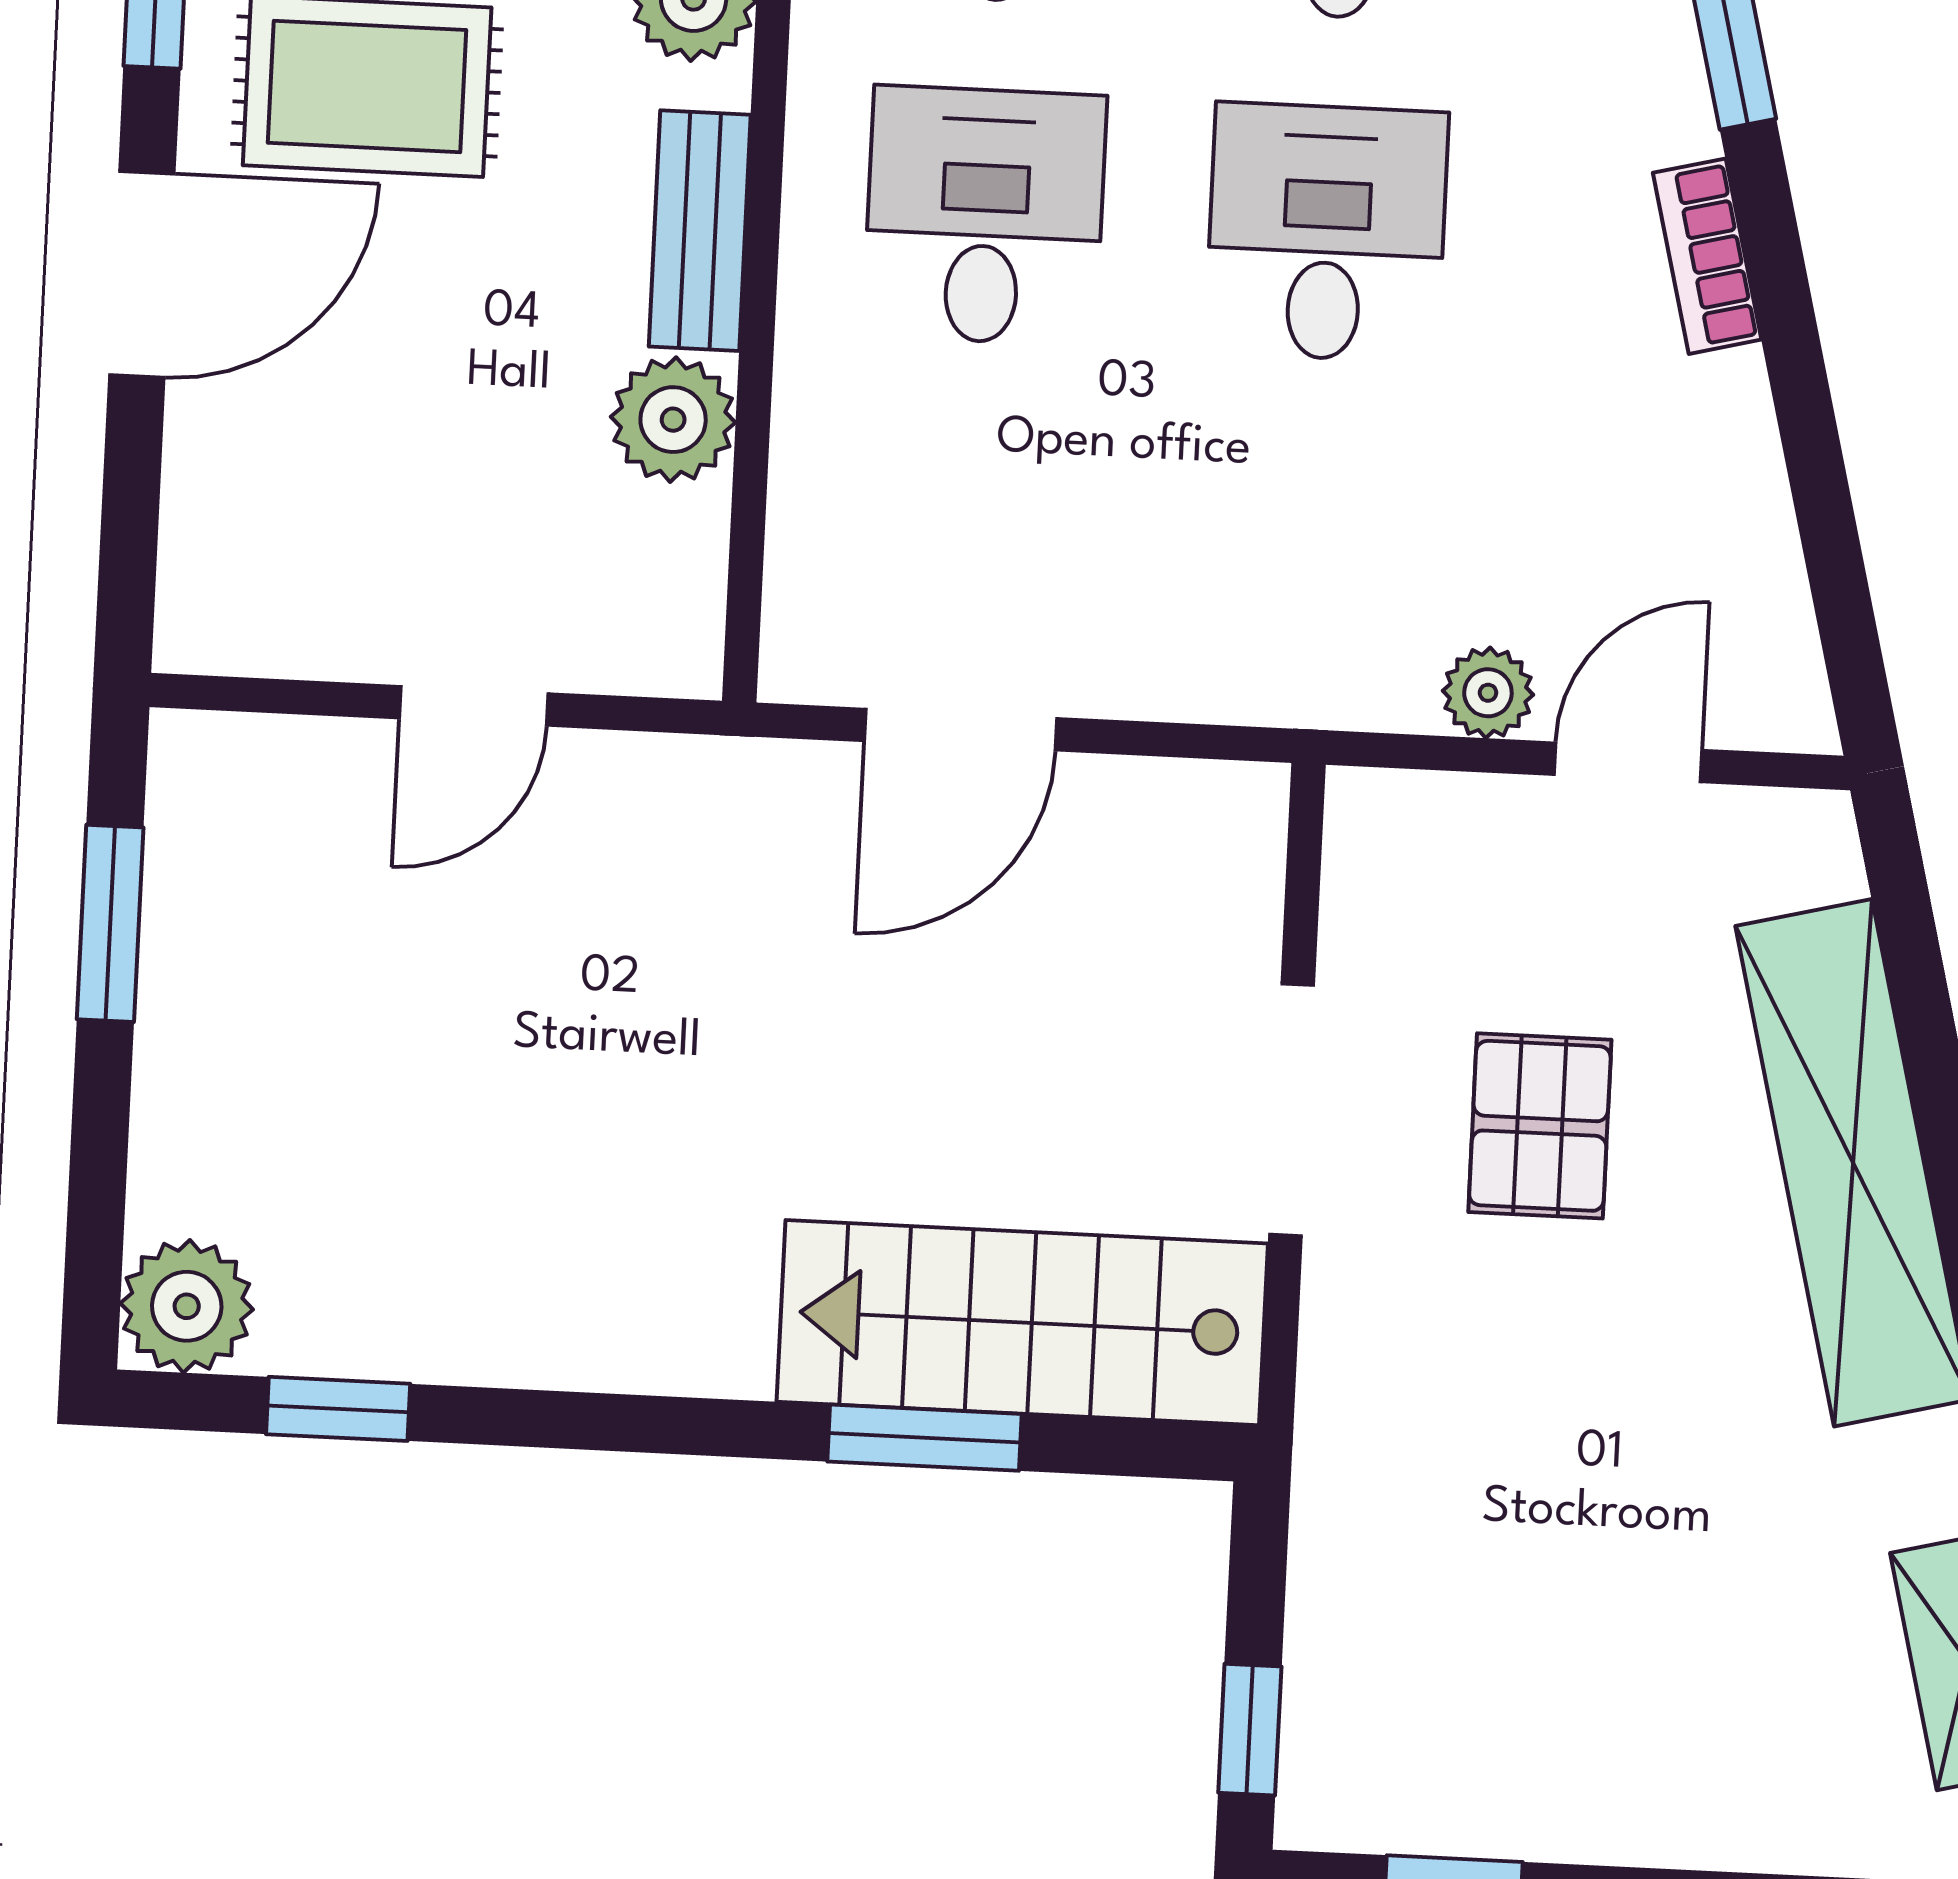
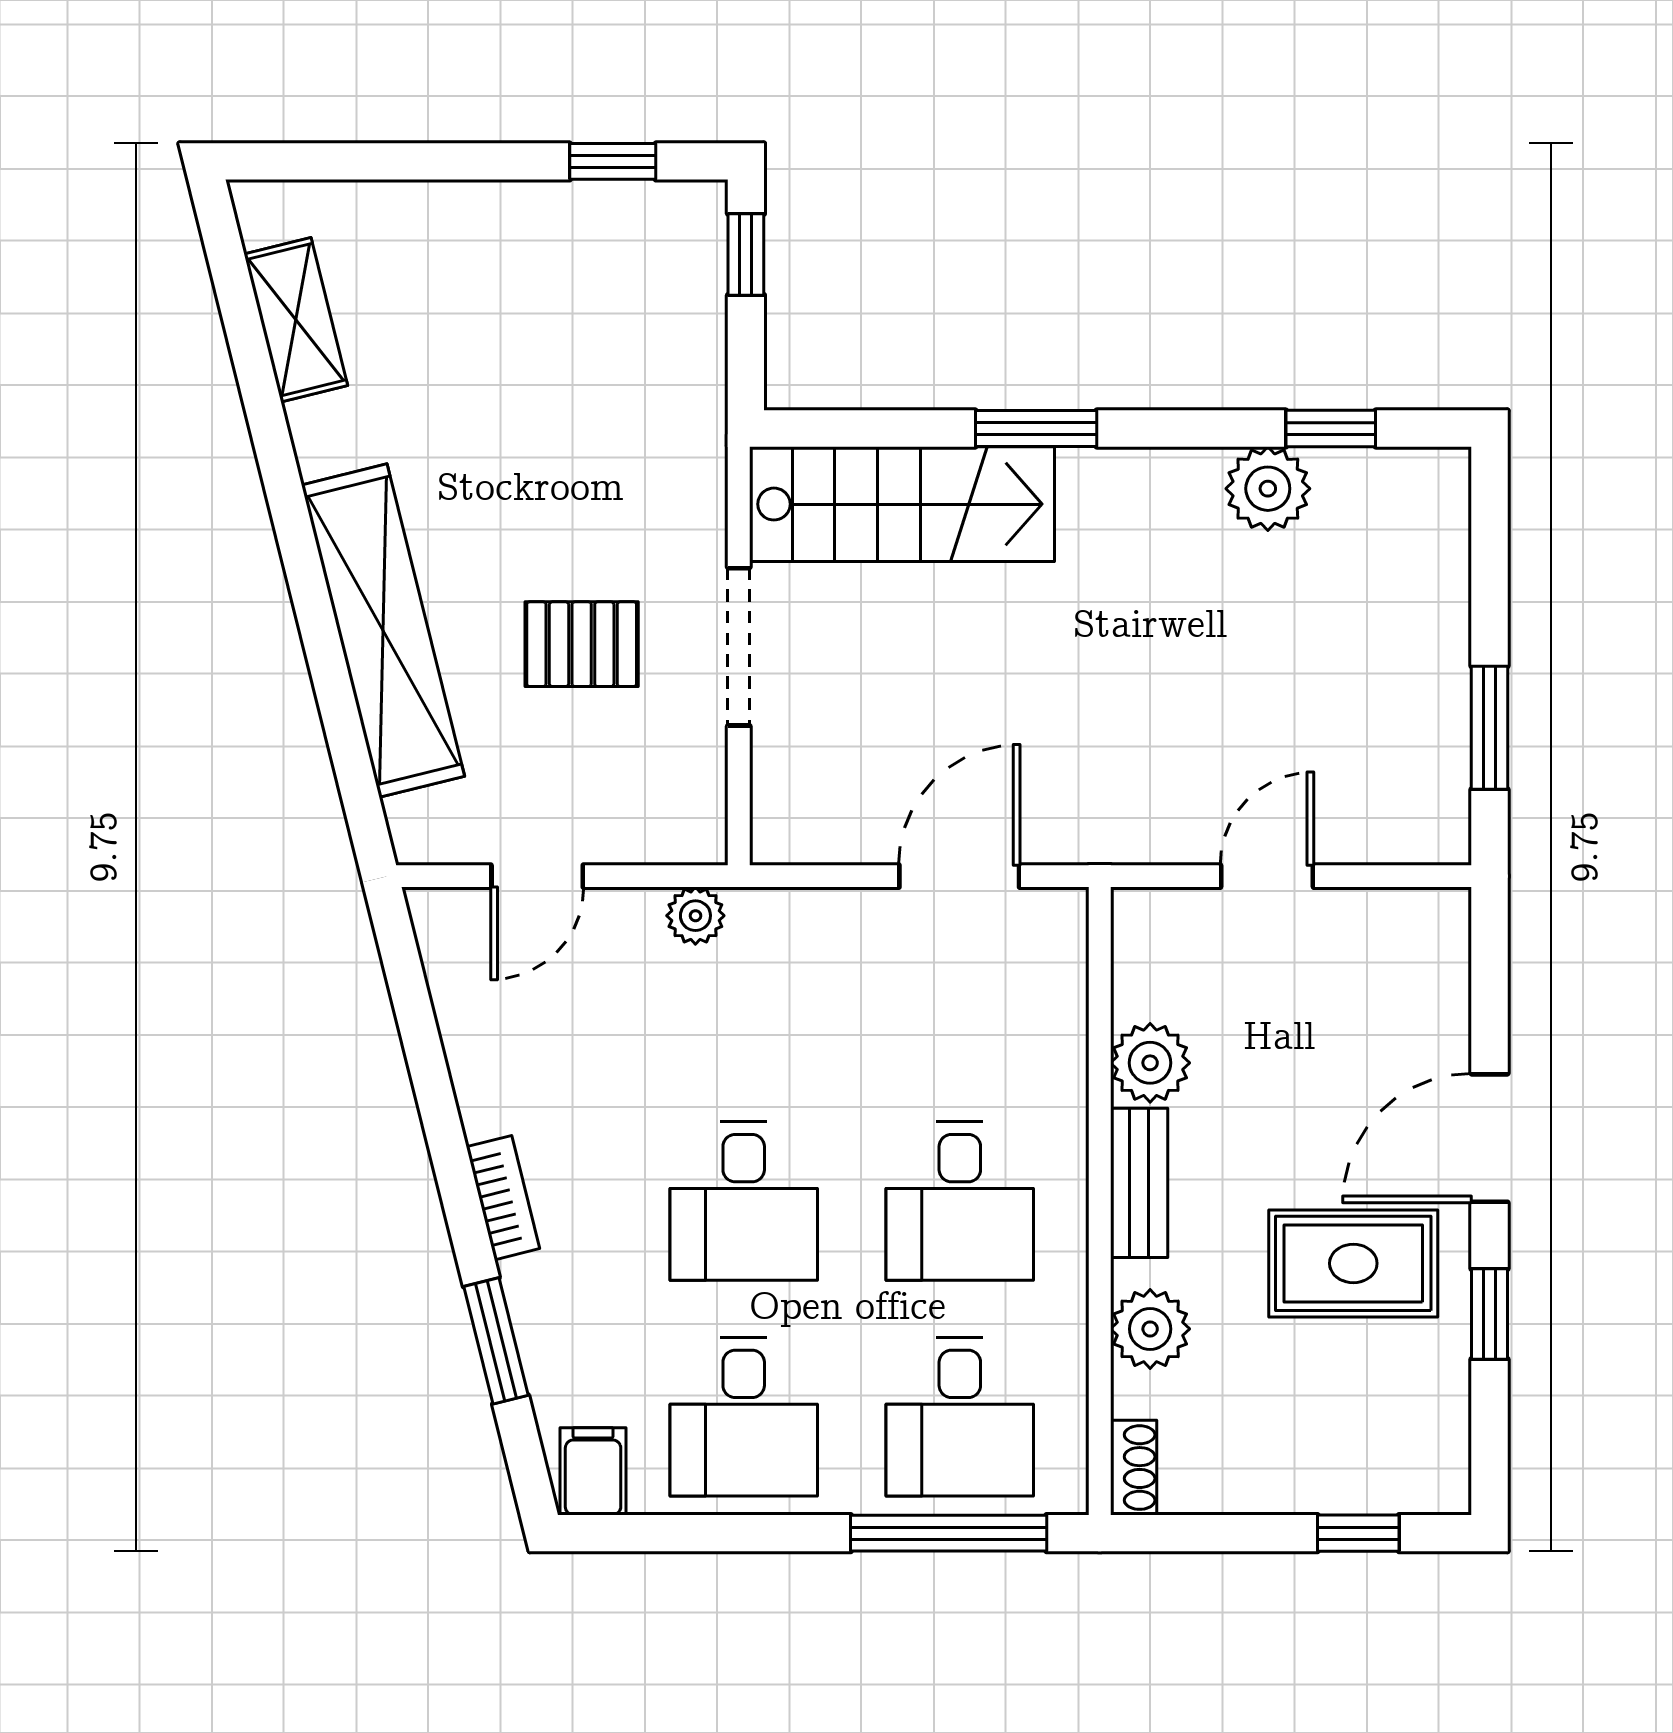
plant: (1488, 693) -> (695, 916), moved
pallet: (1540, 1126) -> (582, 644), turned 90
plant: (187, 1306) -> (1268, 489), moved
window: (925, 1438) -> (1036, 429), moved

